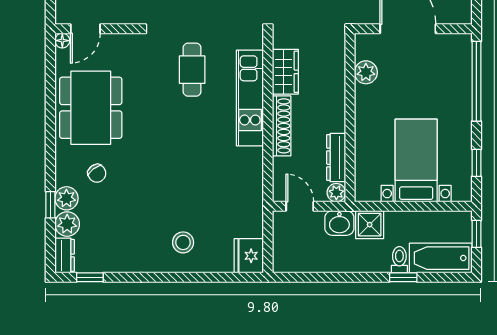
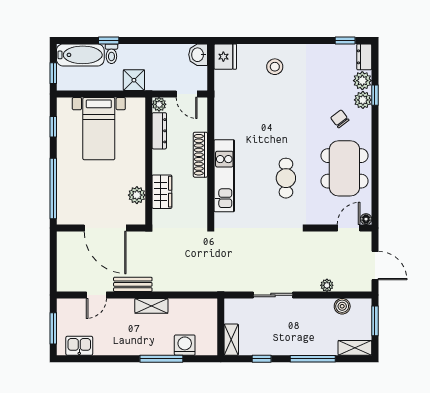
cafe table: (192, 70) -> (286, 178), moved
wardrobe: (285, 72) -> (162, 192), moved, turned 180
washbasin: (339, 223) -> (198, 55), moved, turned -90

